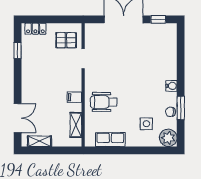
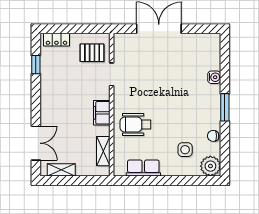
window: (158, 19) -> (199, 29), removed
water cooler: (171, 86) -> (214, 77), moved
filing cabinet: (74, 97) -> (102, 113), width x2.00
window: (181, 108) -> (225, 107), moved

